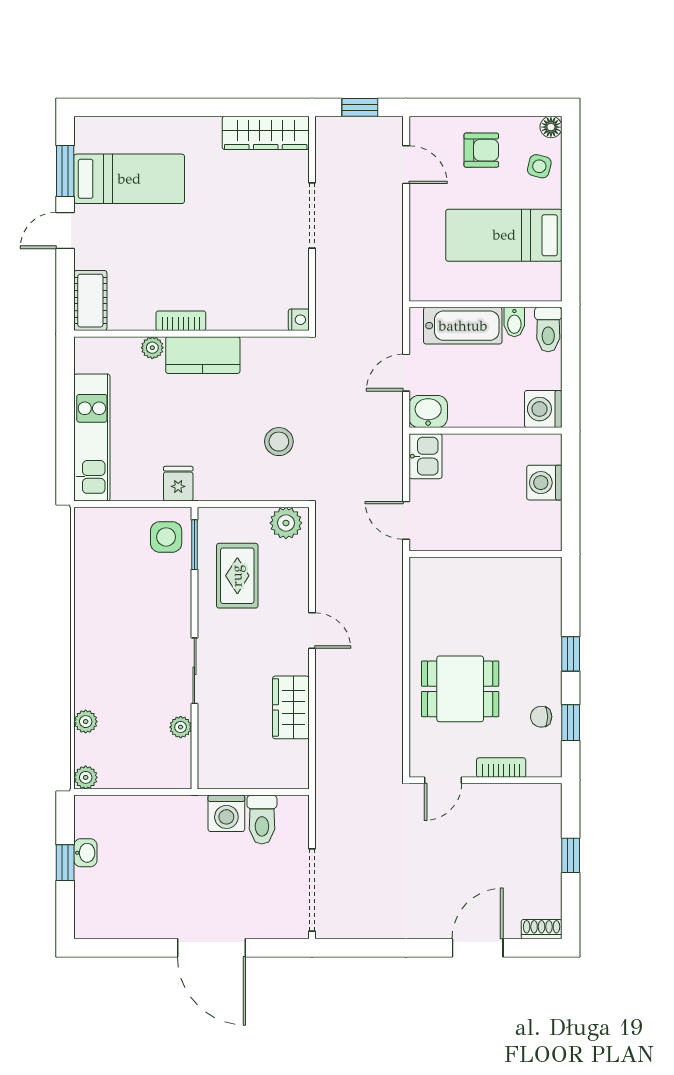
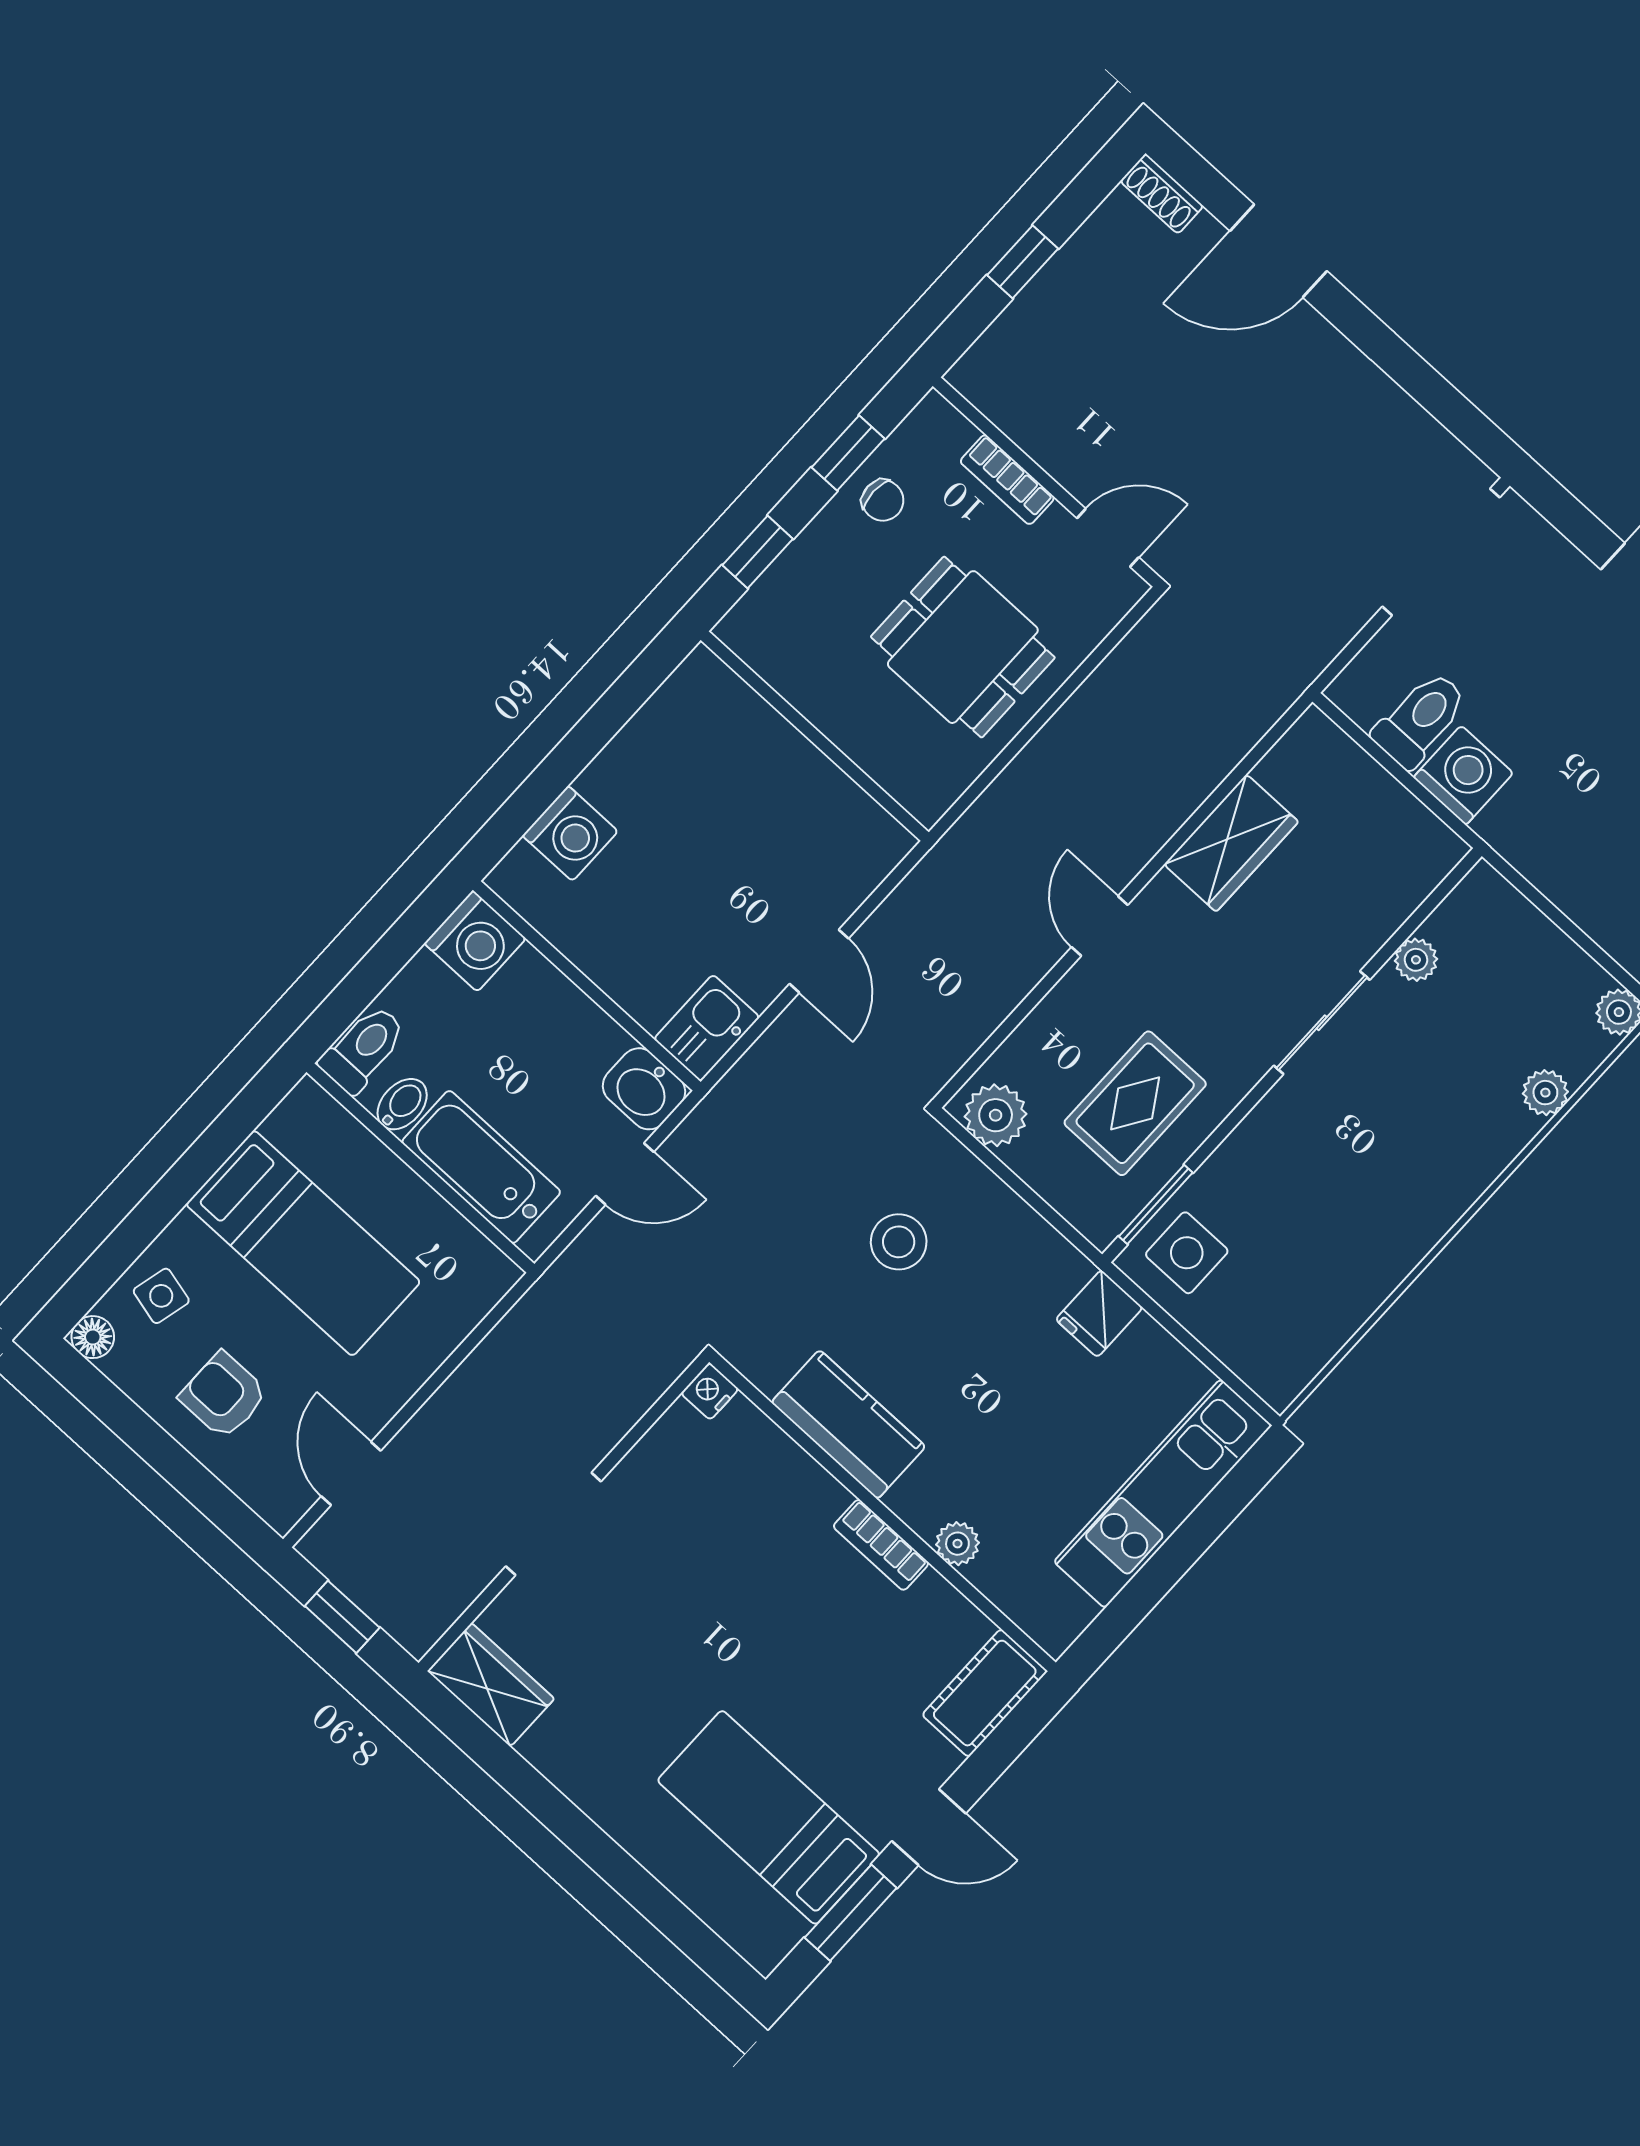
wardrobe: (266, 133) -> (491, 1685), width x0.67
kitchen counter: (203, 355) -> (848, 1424), moved
wall: (485, 554) -> (815, 736), moved

